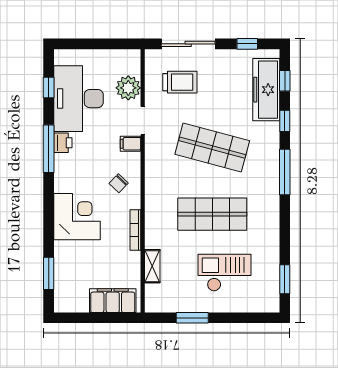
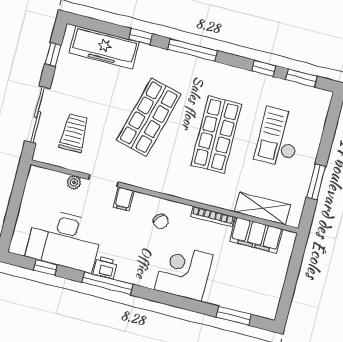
window: (285, 81) -> (264, 68), moved
plant: (128, 88) -> (74, 182), width x0.53, depth x0.53
shelving: (152, 266) -> (263, 208), width x1.50, depth x1.33
filing cabinet: (113, 301) -> (256, 235), moved, turned -90

